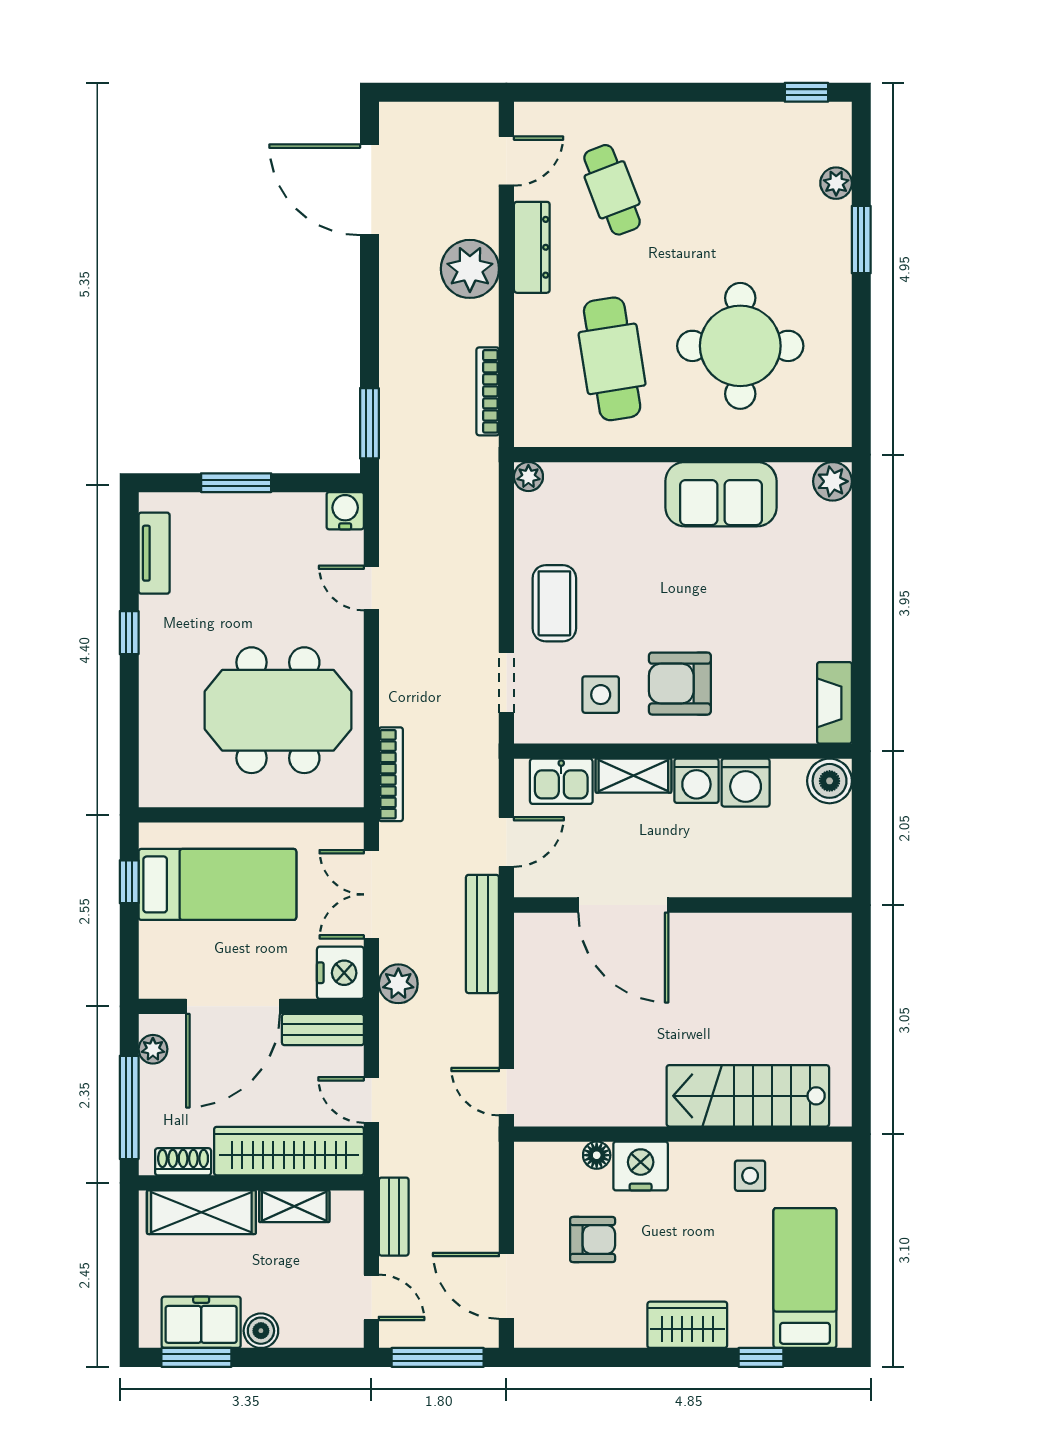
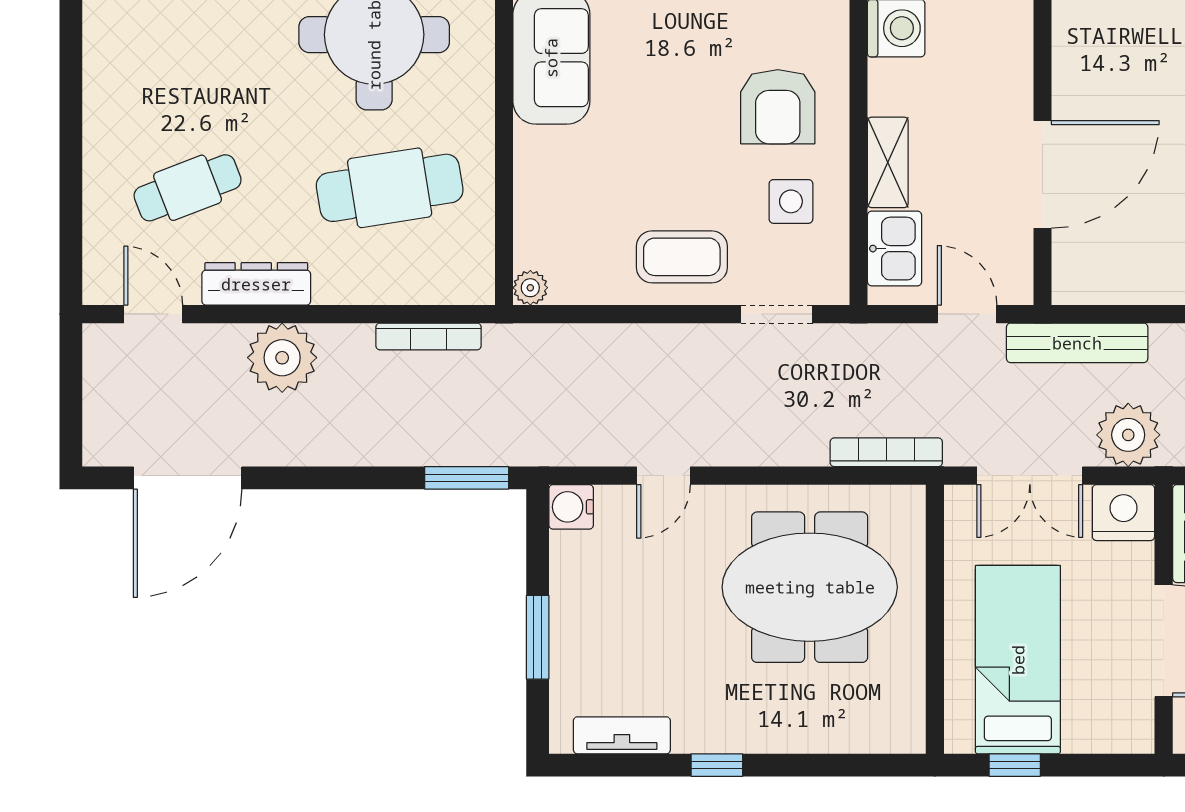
meeting table: (278, 710) -> (810, 587), turned 90
washing machine: (696, 781) -> (894, 87), removed
plant: (398, 984) -> (1128, 435), width x1.36, depth x1.36

